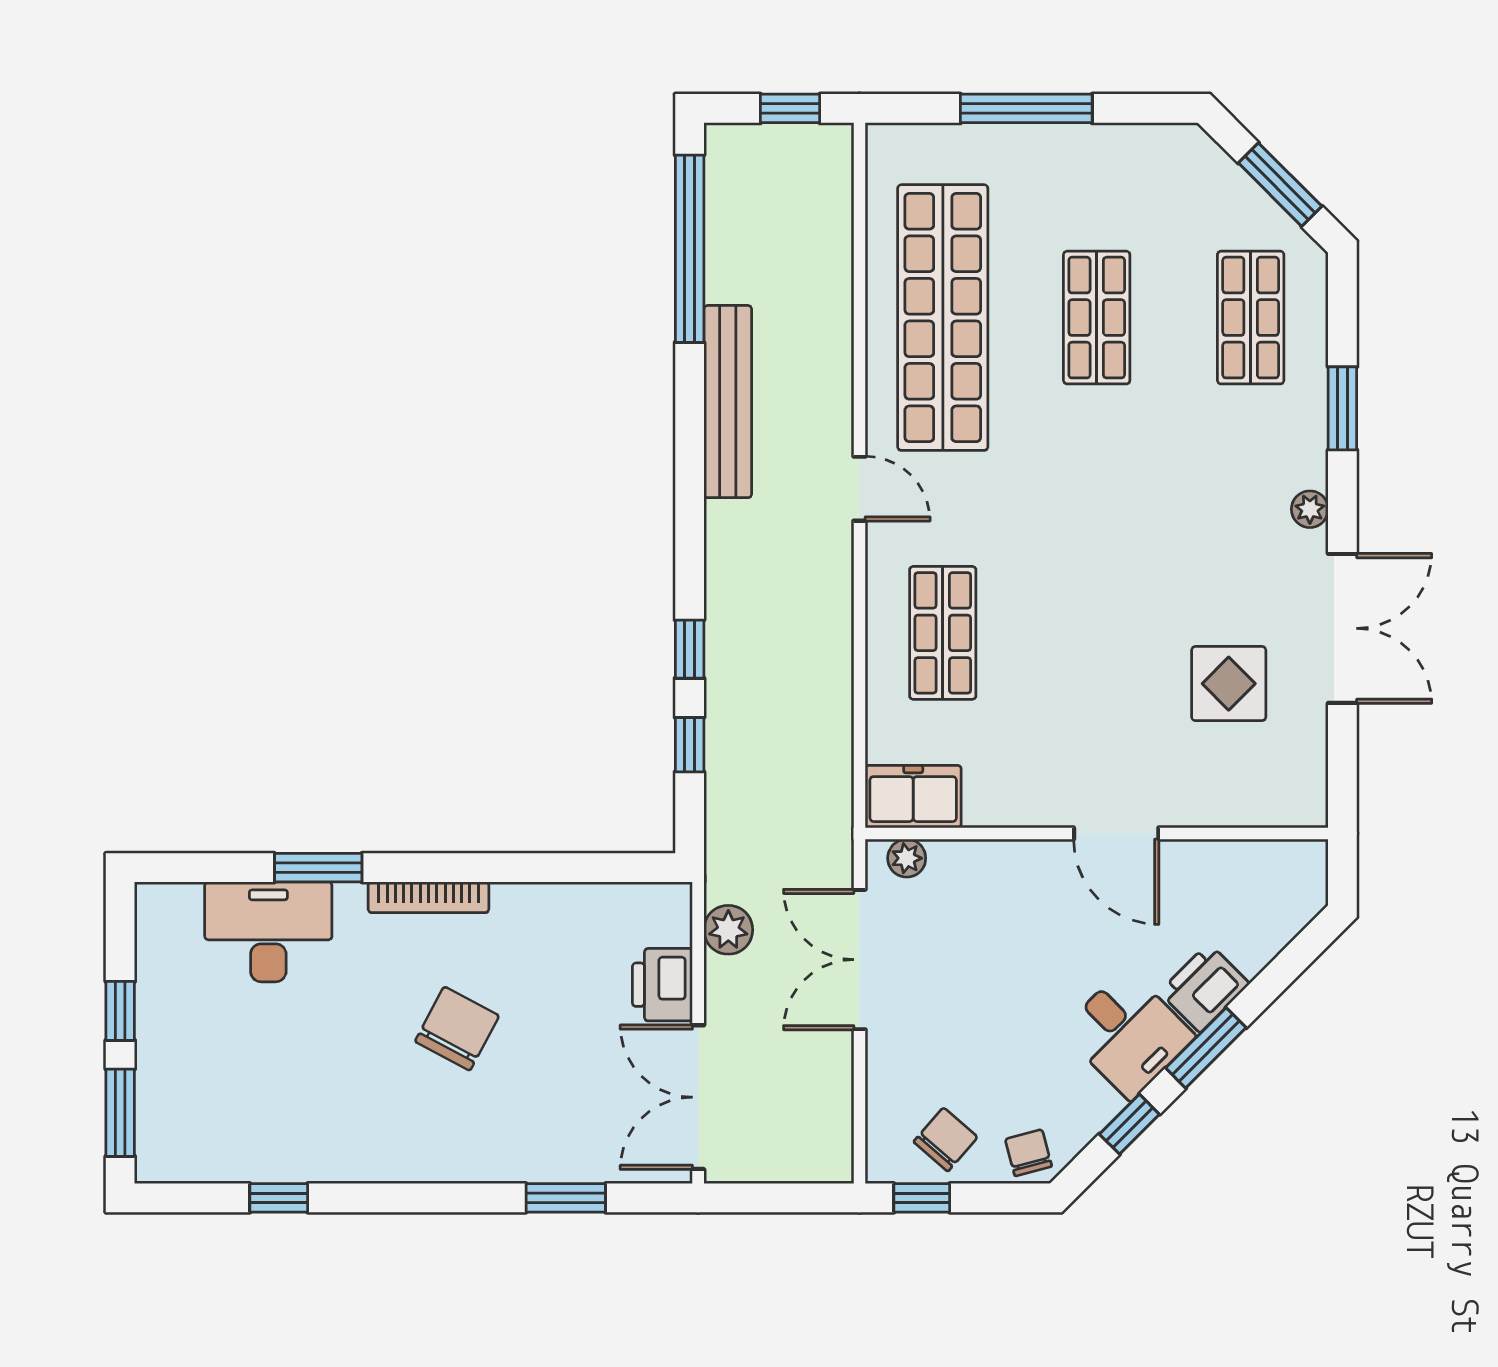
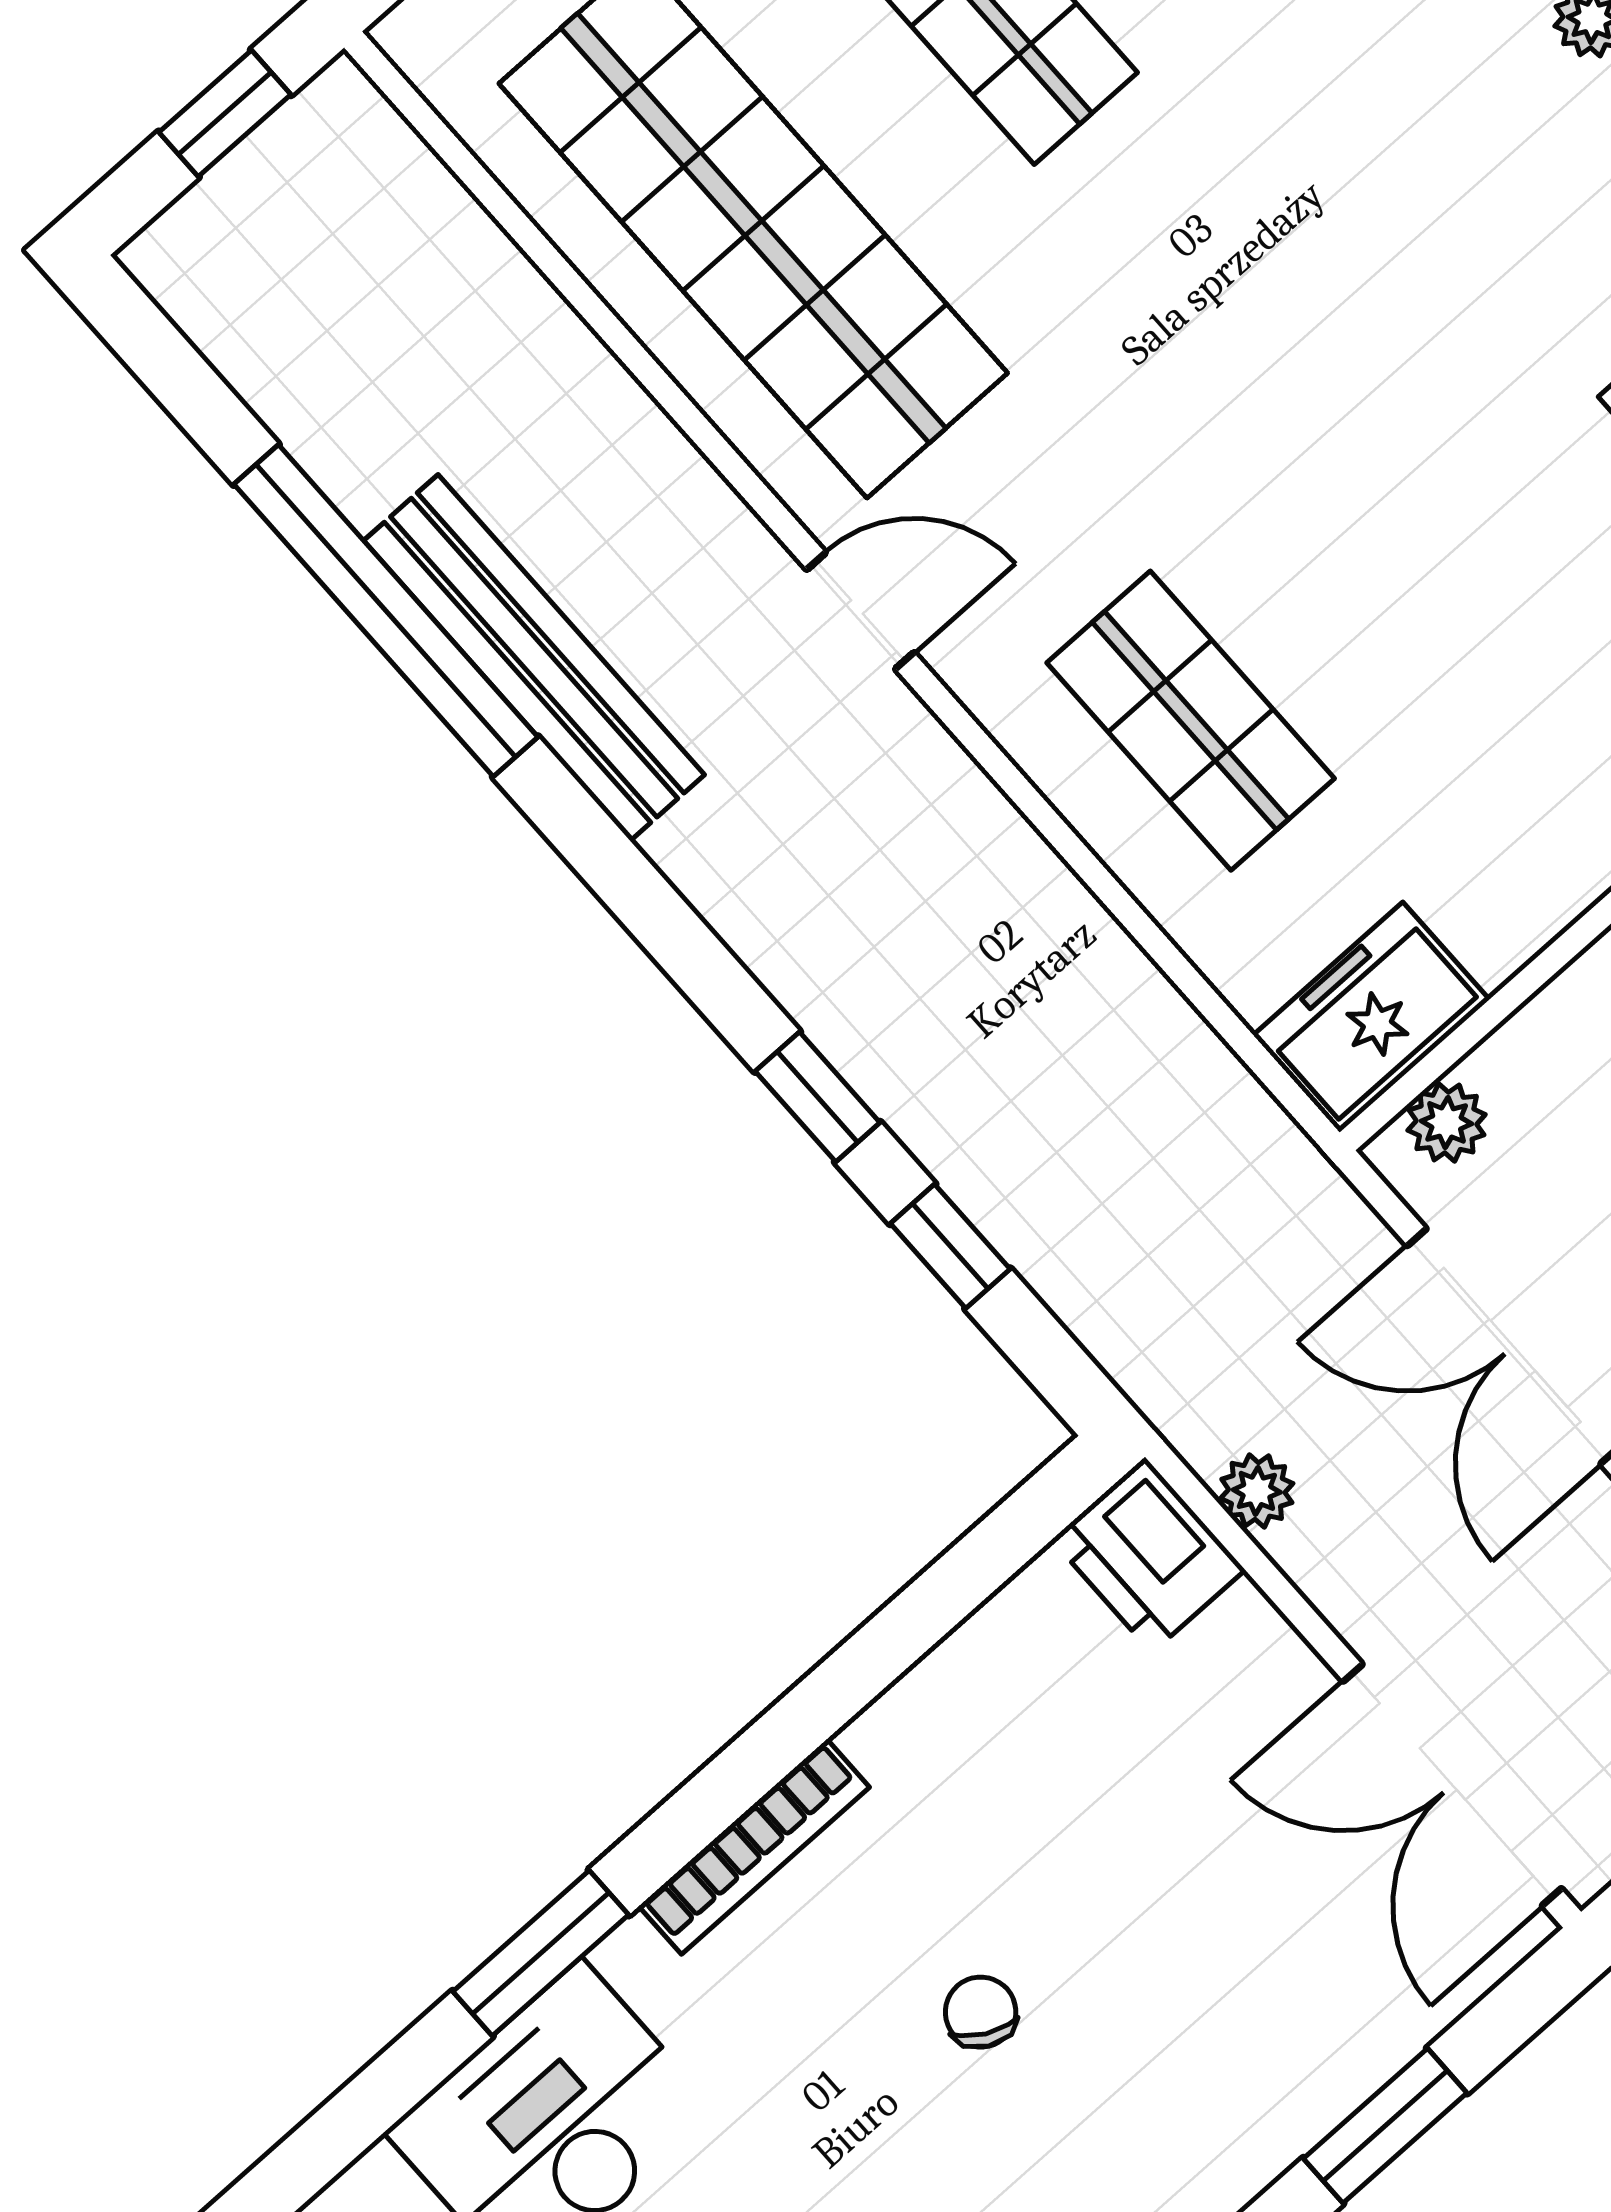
window: (690, 249) -> (386, 611), moved
plant: (728, 930) -> (1257, 1491), width x0.73, depth x0.73
printer: (662, 985) -> (1148, 1555), moved
chair: (457, 1029) -> (981, 2012), width x0.54, depth x0.54

